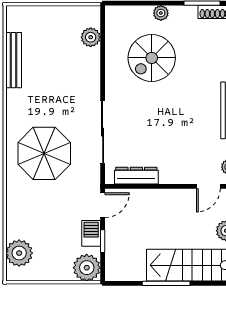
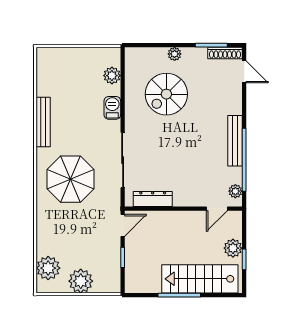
bench: (14, 60) -> (43, 122), moved
barbecue: (91, 233) -> (112, 108), moved
plant: (87, 268) -> (81, 281), moved

